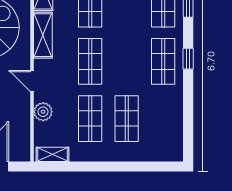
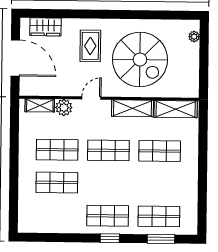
shelving: (52, 154) -> (40, 105), moved, turned 90

